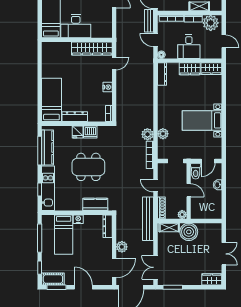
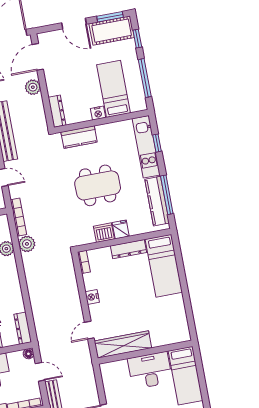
cot: (53, 279) -> (112, 31), width x1.37, depth x1.34

